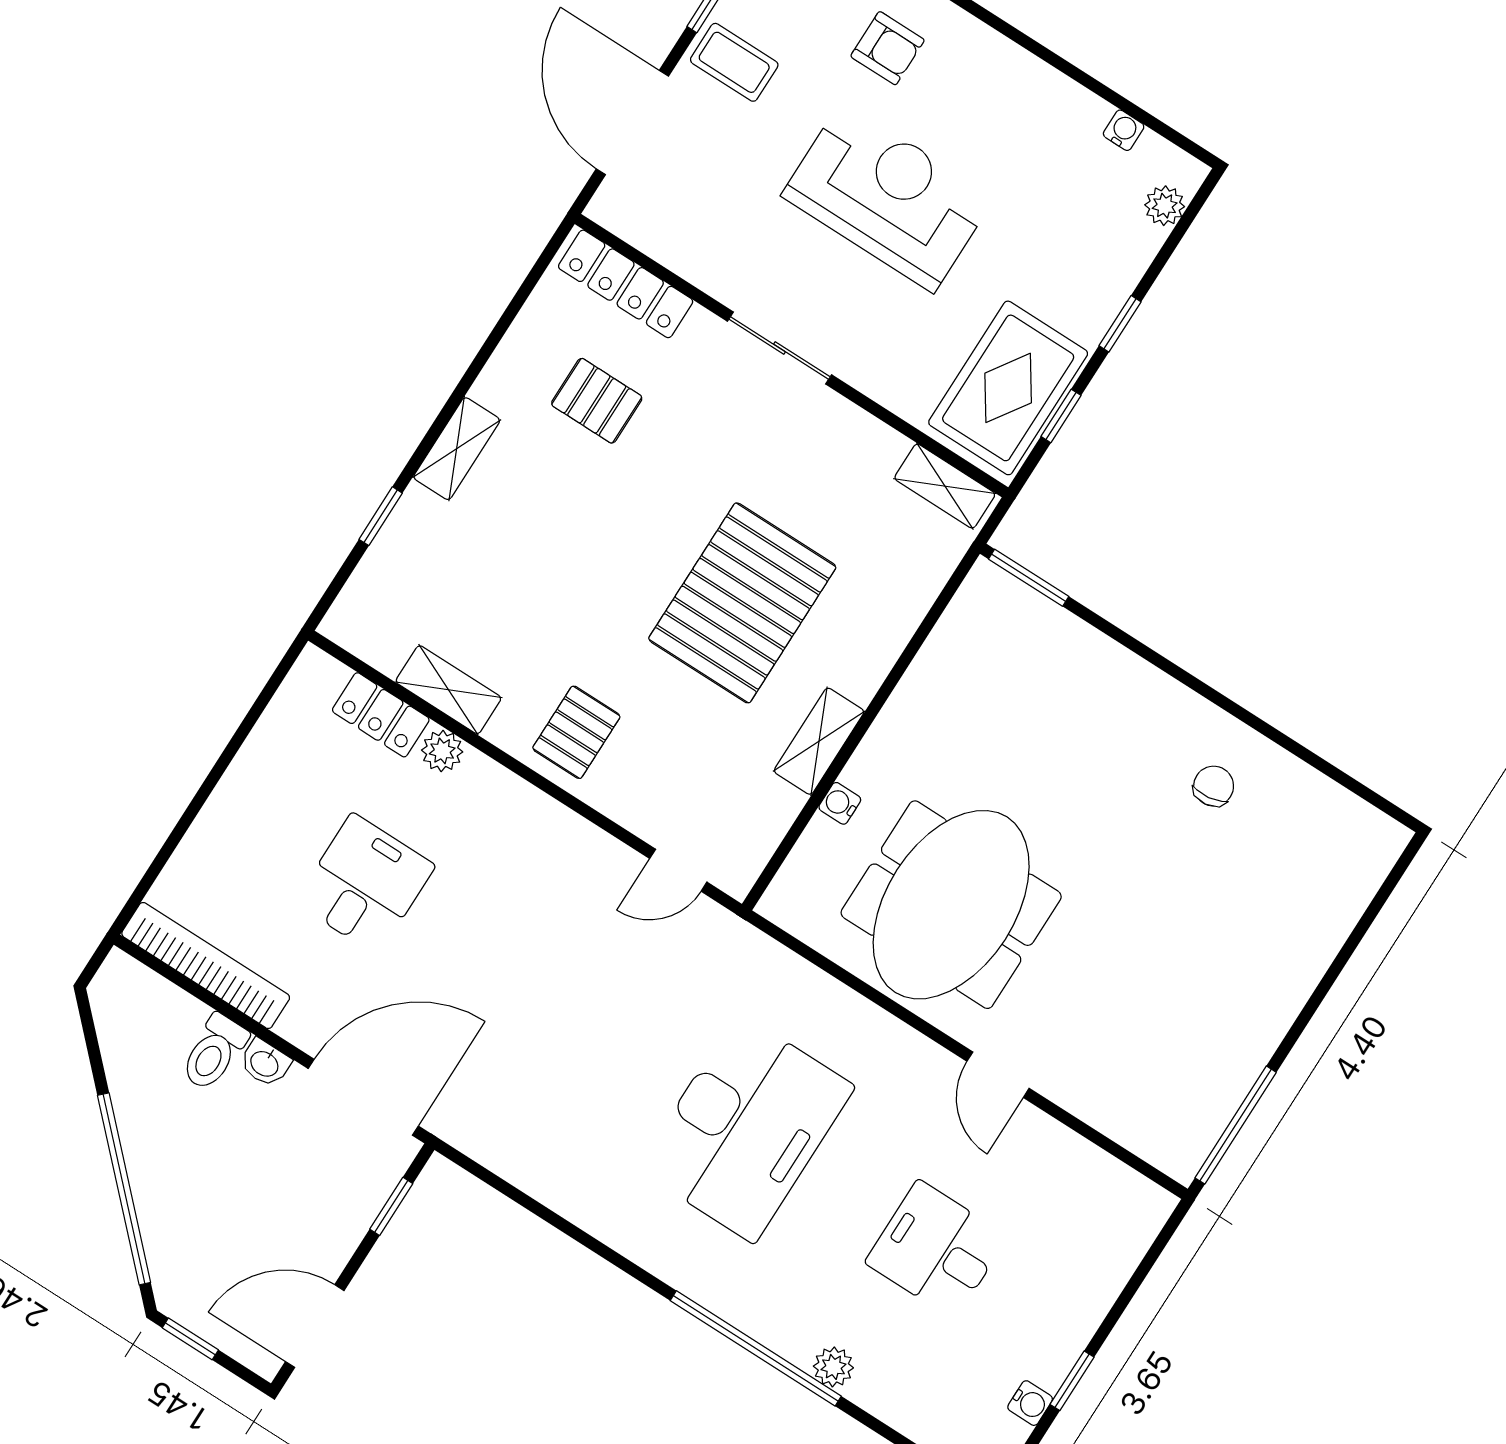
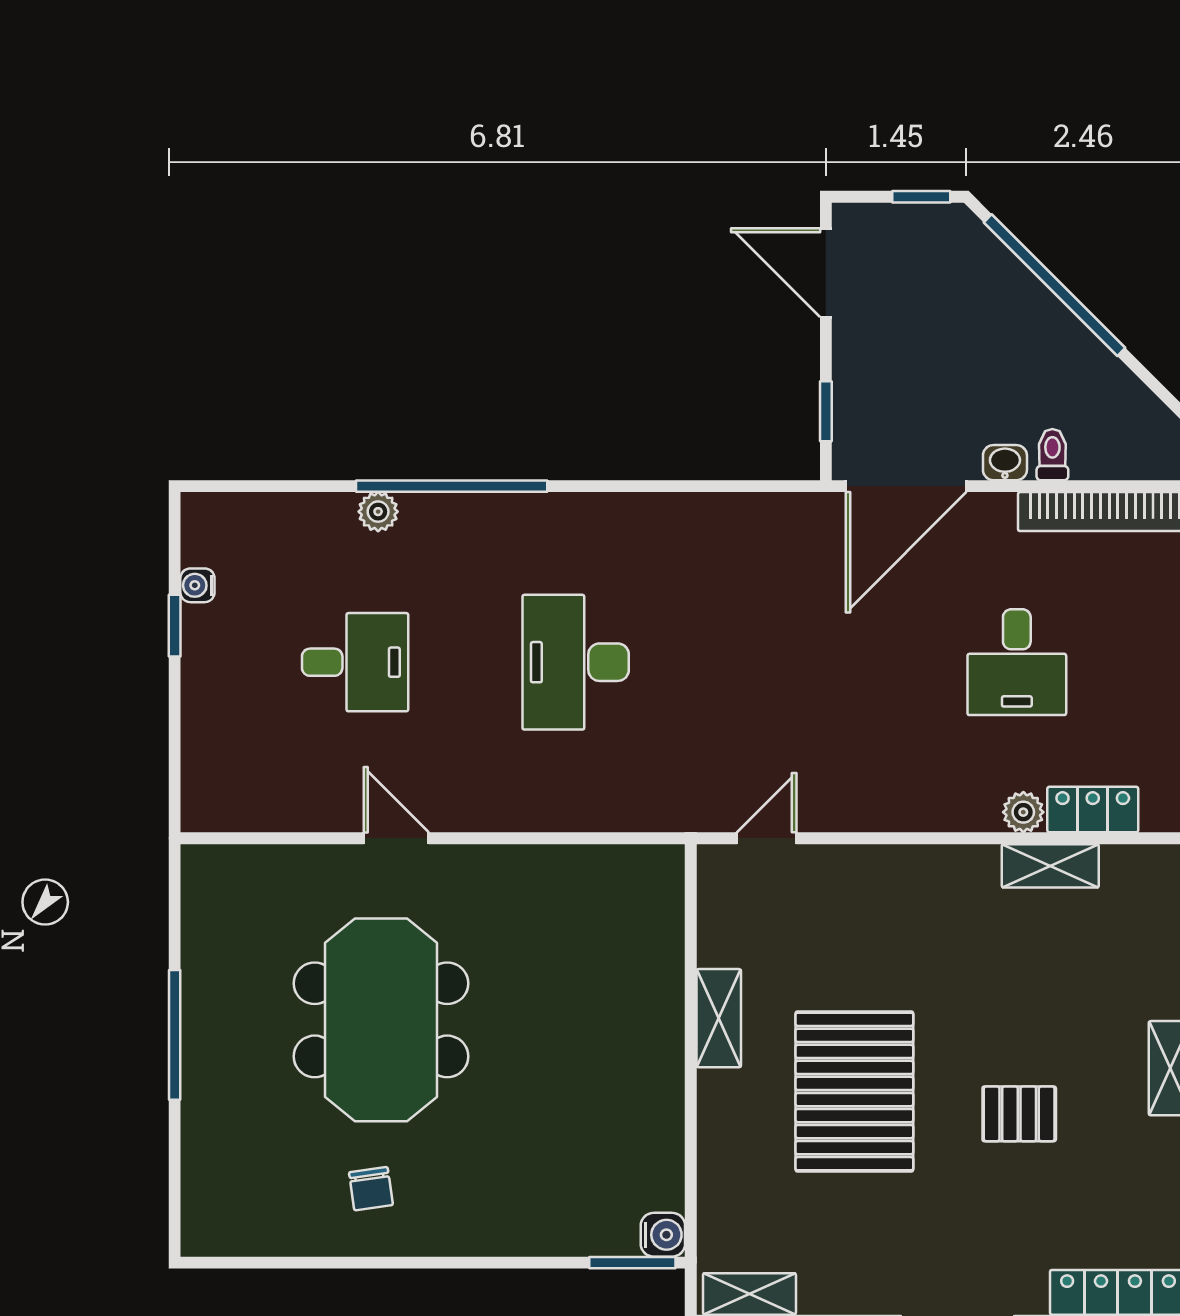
pallet: (597, 401) -> (1019, 1114), moved
pallet: (576, 732) -> (923, 898), removed
water cooler: (840, 803) -> (663, 1235), moved, width x1.38, depth x1.38
meeting table: (951, 905) -> (381, 1020), moved
toilet: (214, 1052) -> (1052, 455), width x0.73, depth x0.72
window: (1236, 1125) -> (175, 1035), moved
desk: (746, 1128) -> (576, 662), width x0.73, depth x0.77
door: (315, 1326) -> (826, 273), swing flipped

